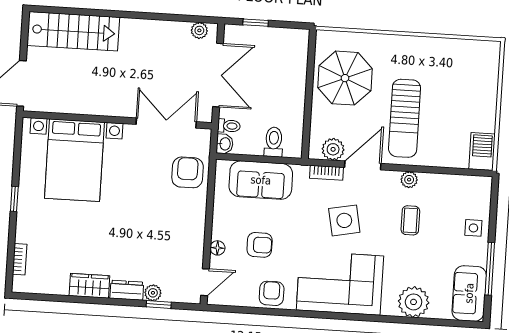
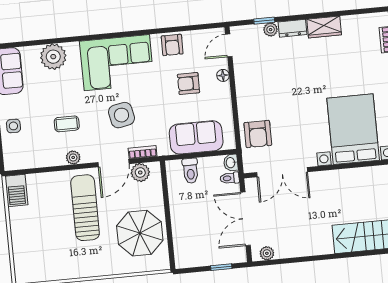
coffee table: (410, 220) -> (67, 124), turned 90

